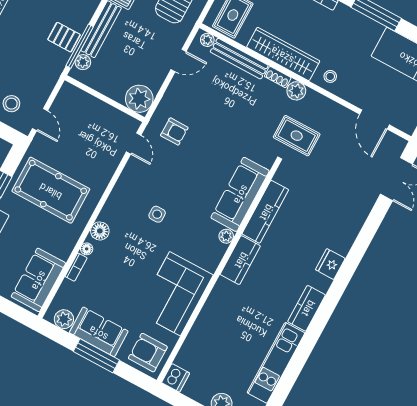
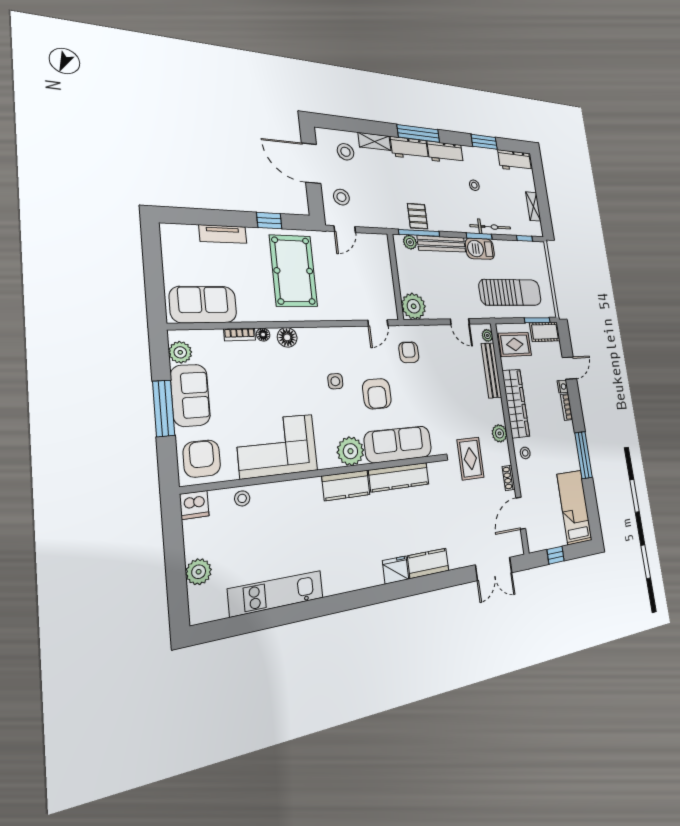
shoe rack: (278, 77) -> (509, 478), moved
armchair: (174, 131) -> (409, 352), turned 180
armchair: (189, 185) -> (377, 394), added
plant: (226, 236) -> (350, 451), width x1.88, depth x1.88
kitchen counter: (307, 308) -> (428, 563), moved
stool: (194, 343) -> (242, 498), added

